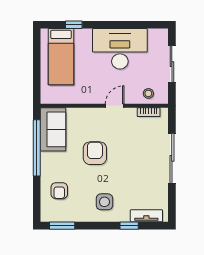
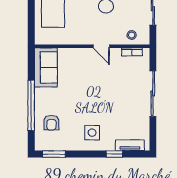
door: (115, 106) -> (101, 46), swing flipped
window: (37, 148) -> (31, 105), moved
armchair: (95, 153) -> (83, 89), removed

